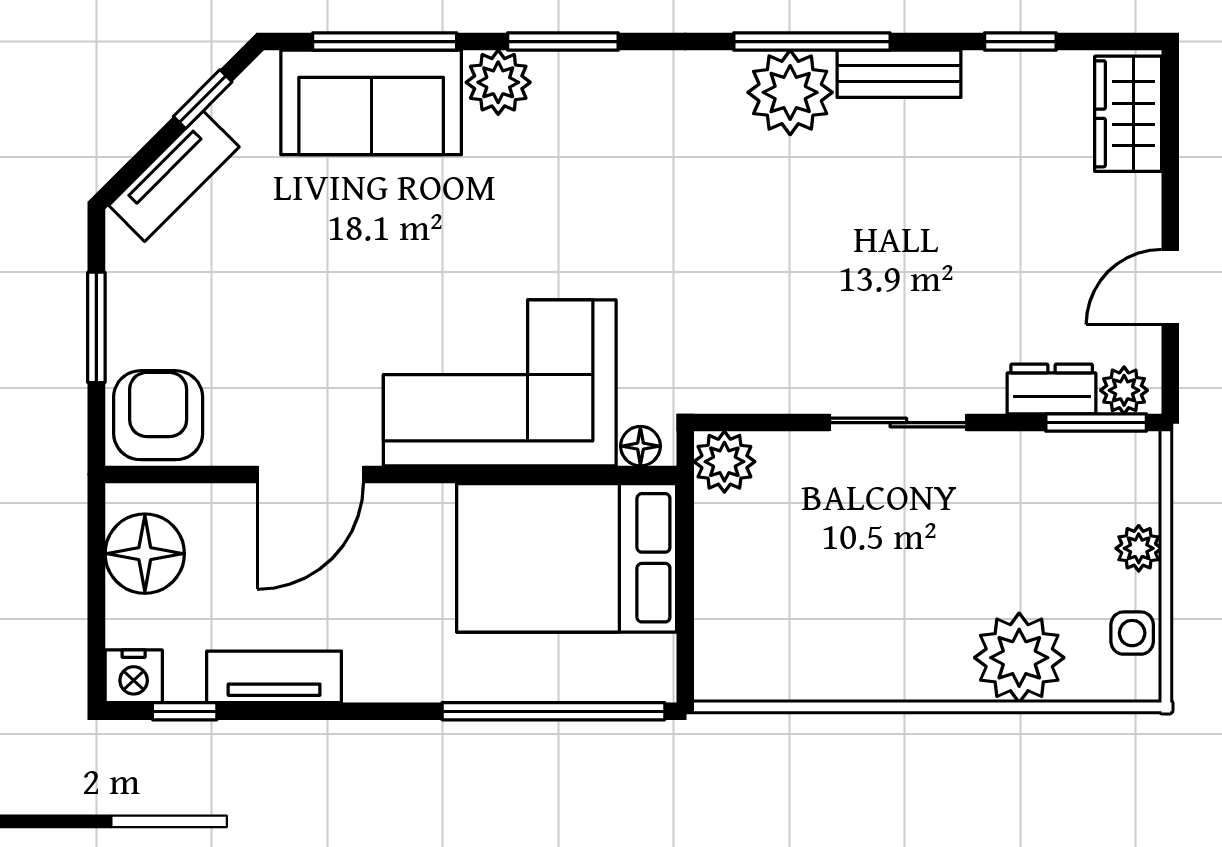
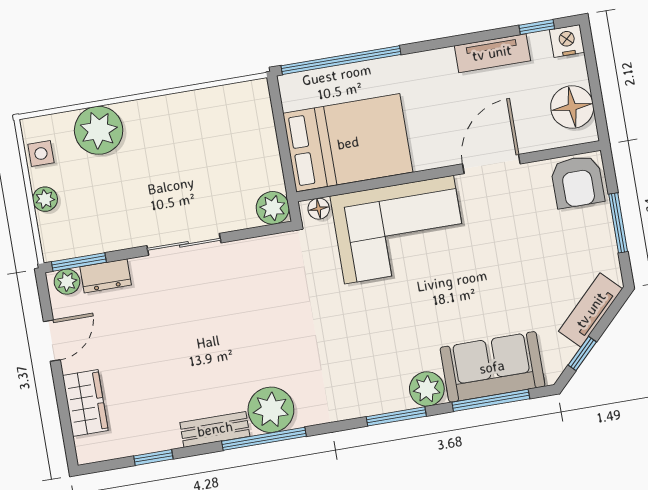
wardrobe: (1128, 114) -> (85, 403), moved

